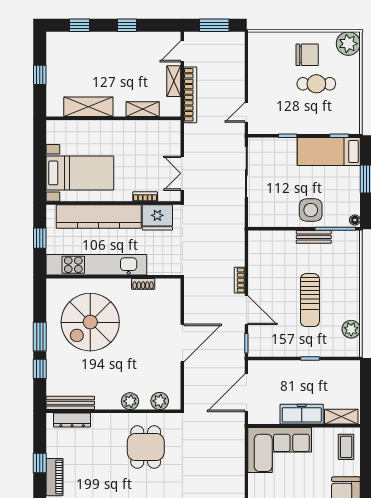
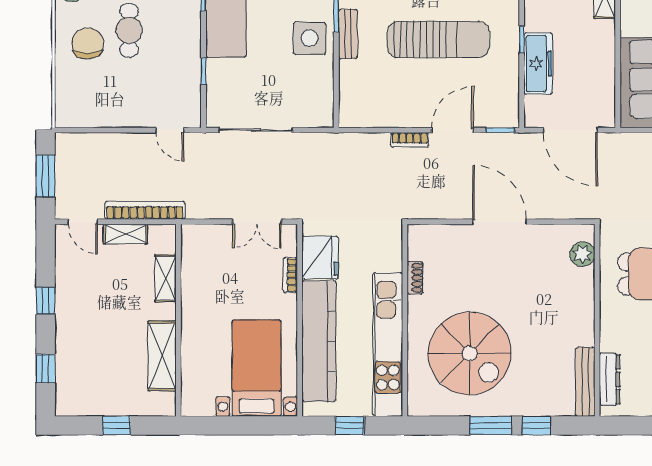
sun lounger: (310, 300) -> (438, 39), width x1.36, depth x1.34
plant: (130, 401) -> (583, 296), removed
freezer: (302, 414) -> (538, 64), moved, turned 180

